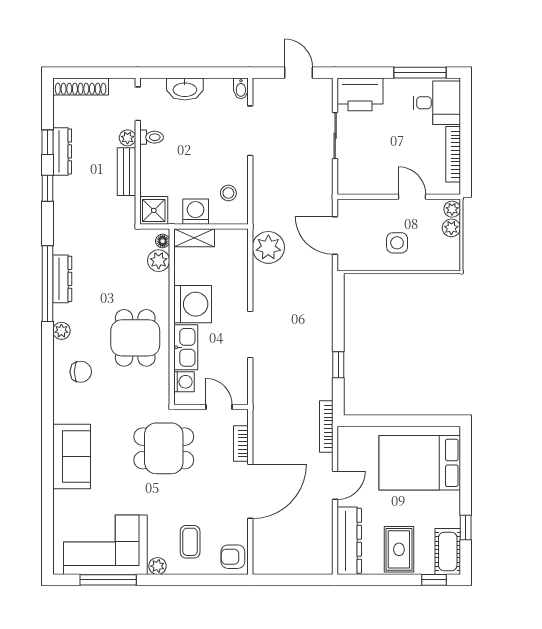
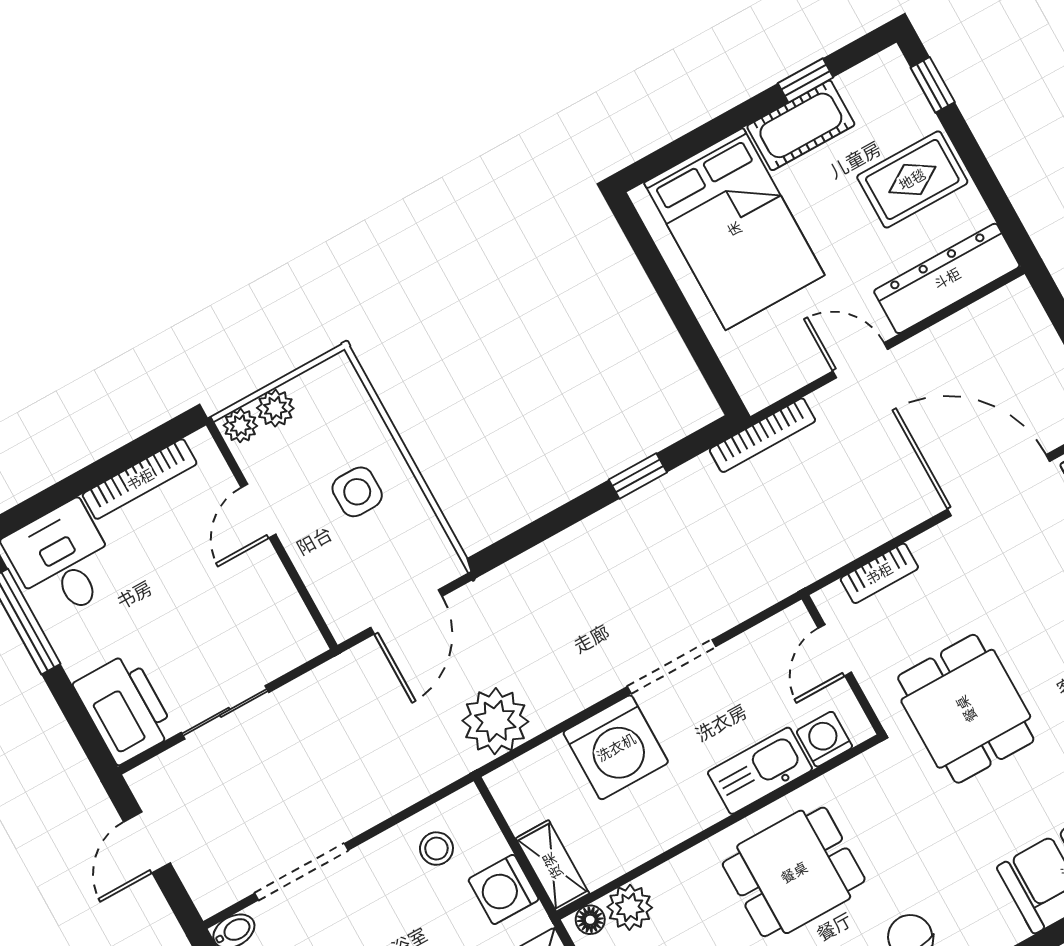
washing machine: (193, 304) -> (616, 747), moved, turned 180
door: (250, 491) -> (999, 485), moved
cot: (448, 552) -> (801, 125), moved

